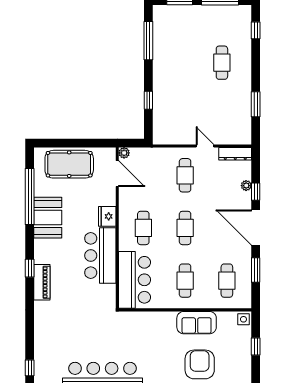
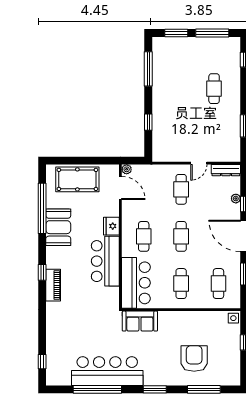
door: (205, 146) -> (199, 163), swing flipped
sofa: (197, 323) -> (140, 321), moved

